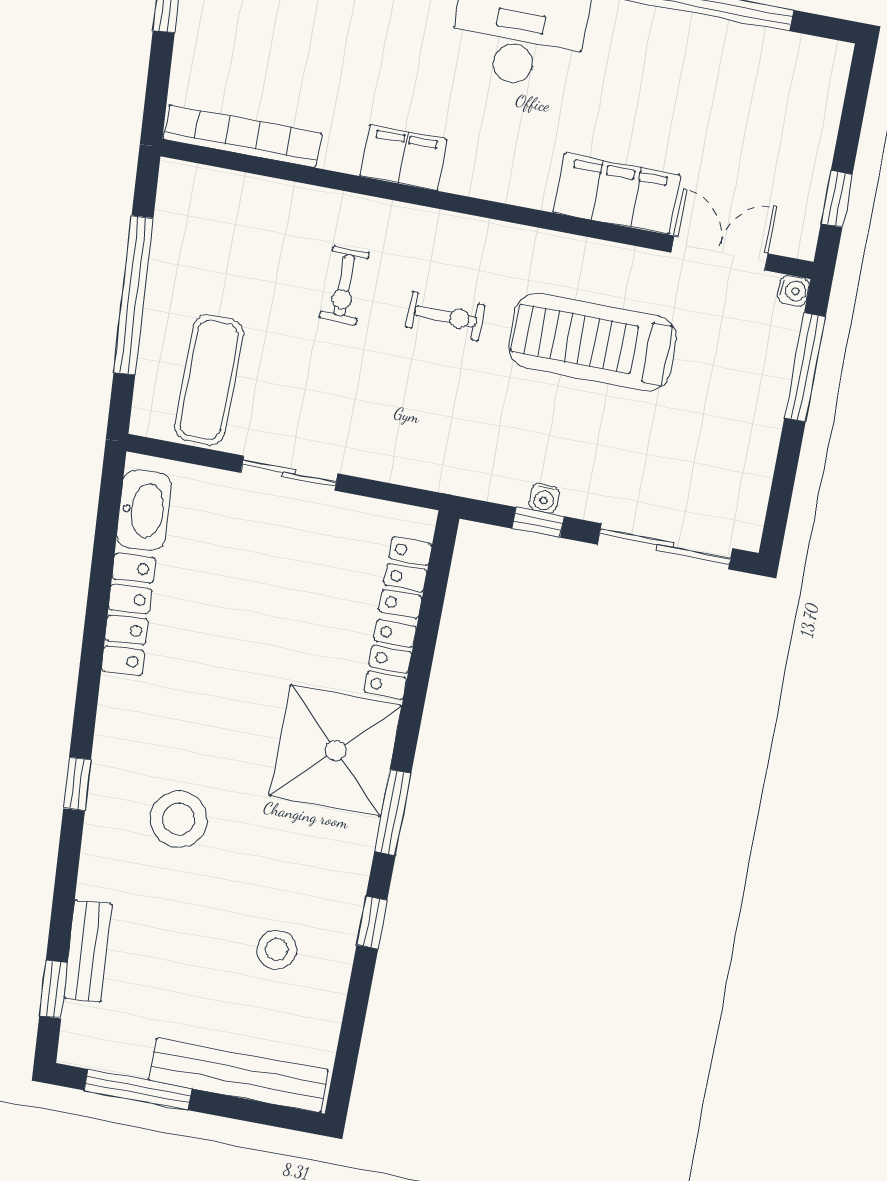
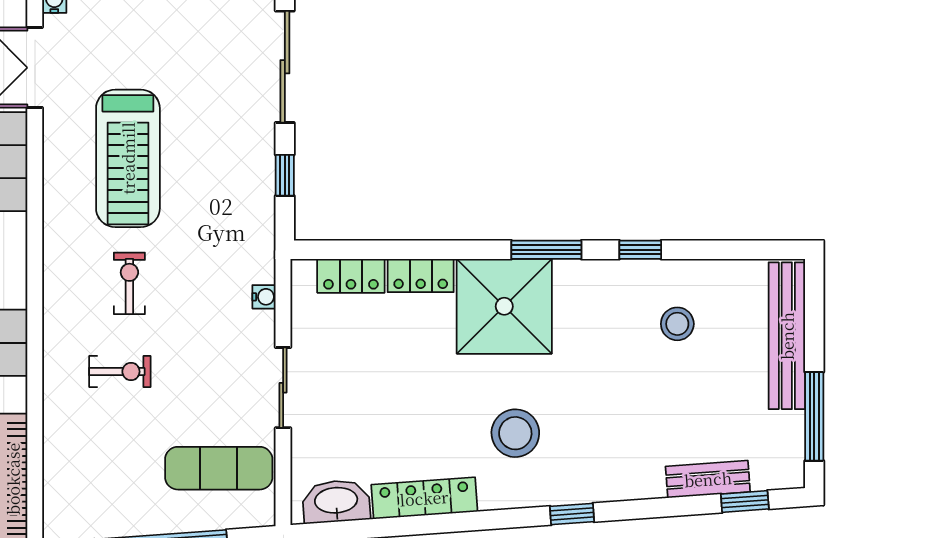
water cooler: (544, 498) -> (264, 297), moved
stool: (179, 819) -> (515, 433), moved

